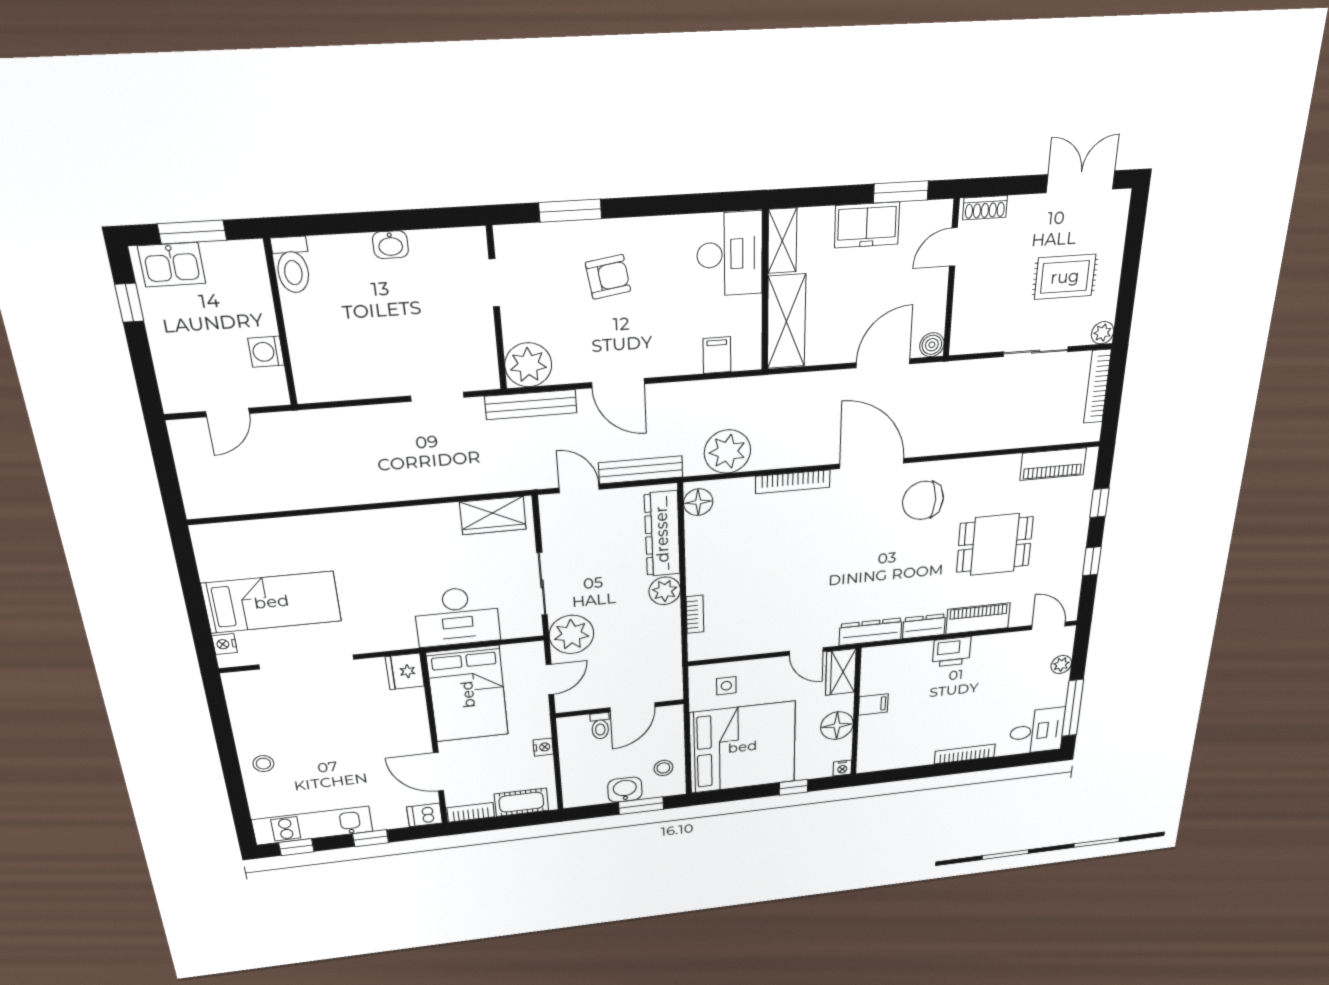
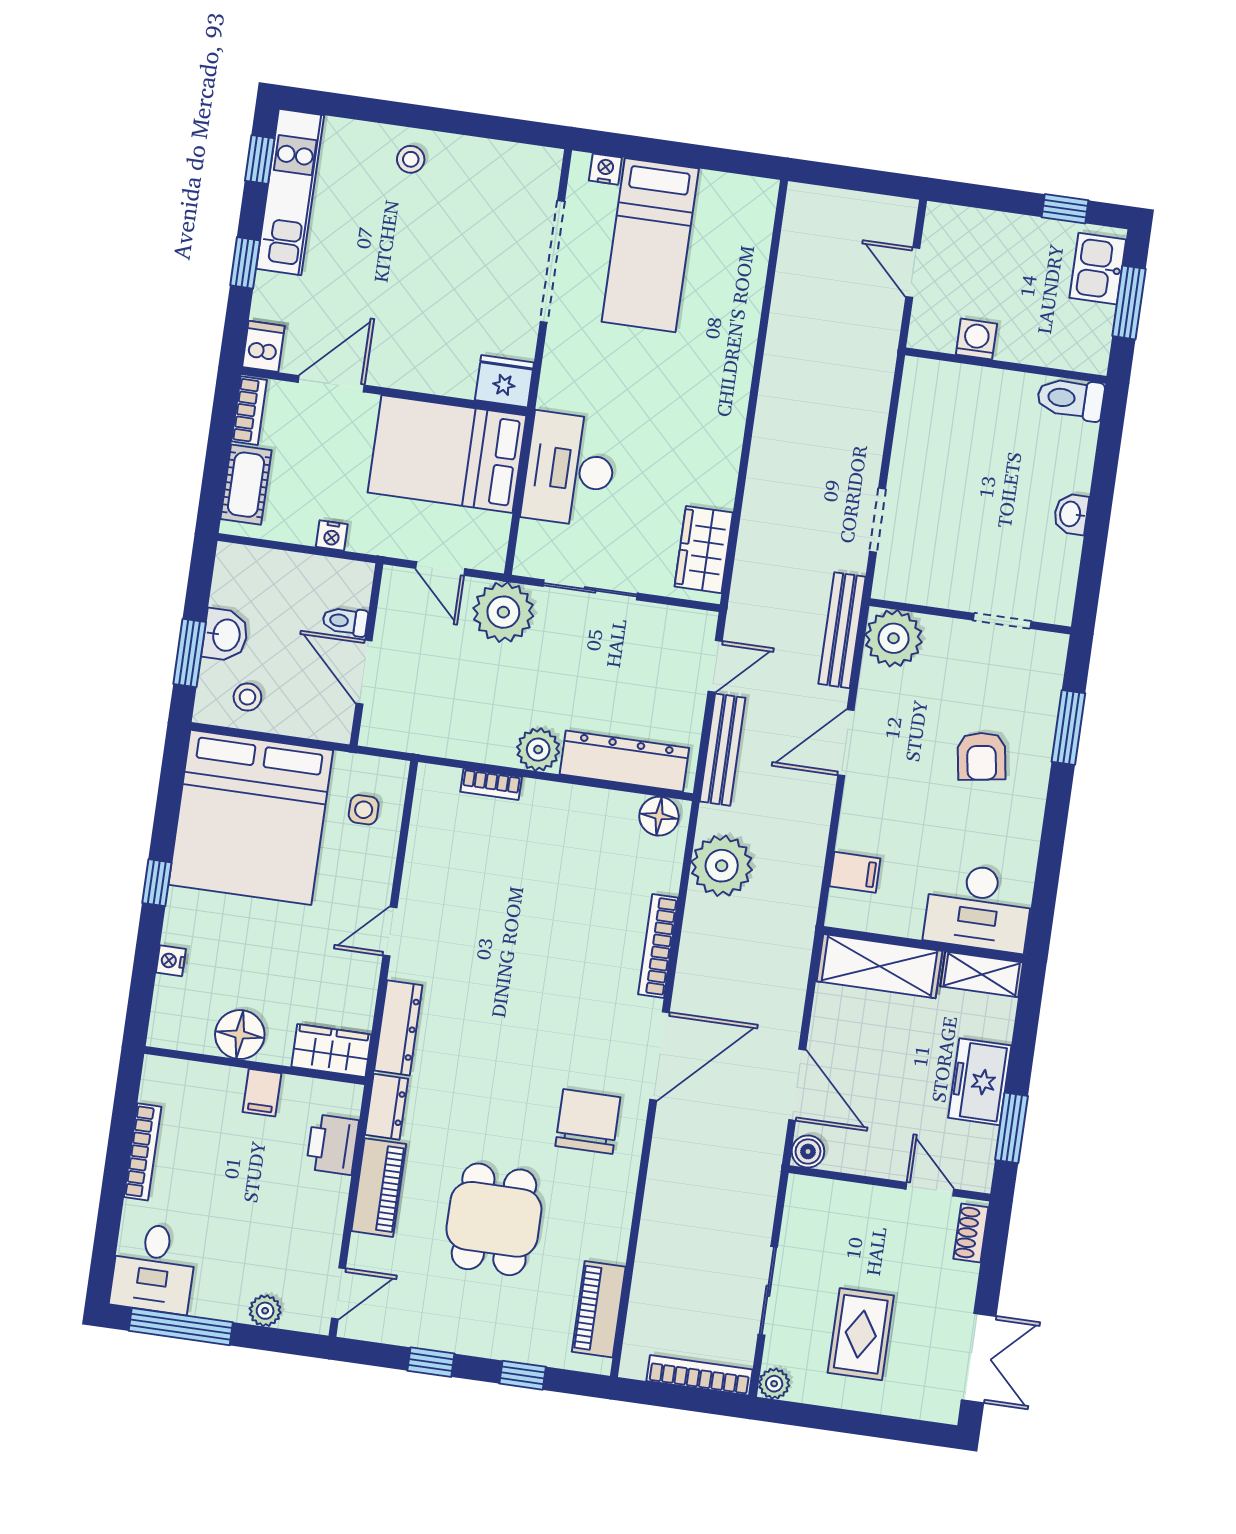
wardrobe: (841, 672) -> (331, 1051), moved
filing cabinet: (873, 705) -> (262, 1093), moved
wall: (856, 713) -> (255, 1066), moved
floor lamp: (837, 726) -> (240, 1035), moved

